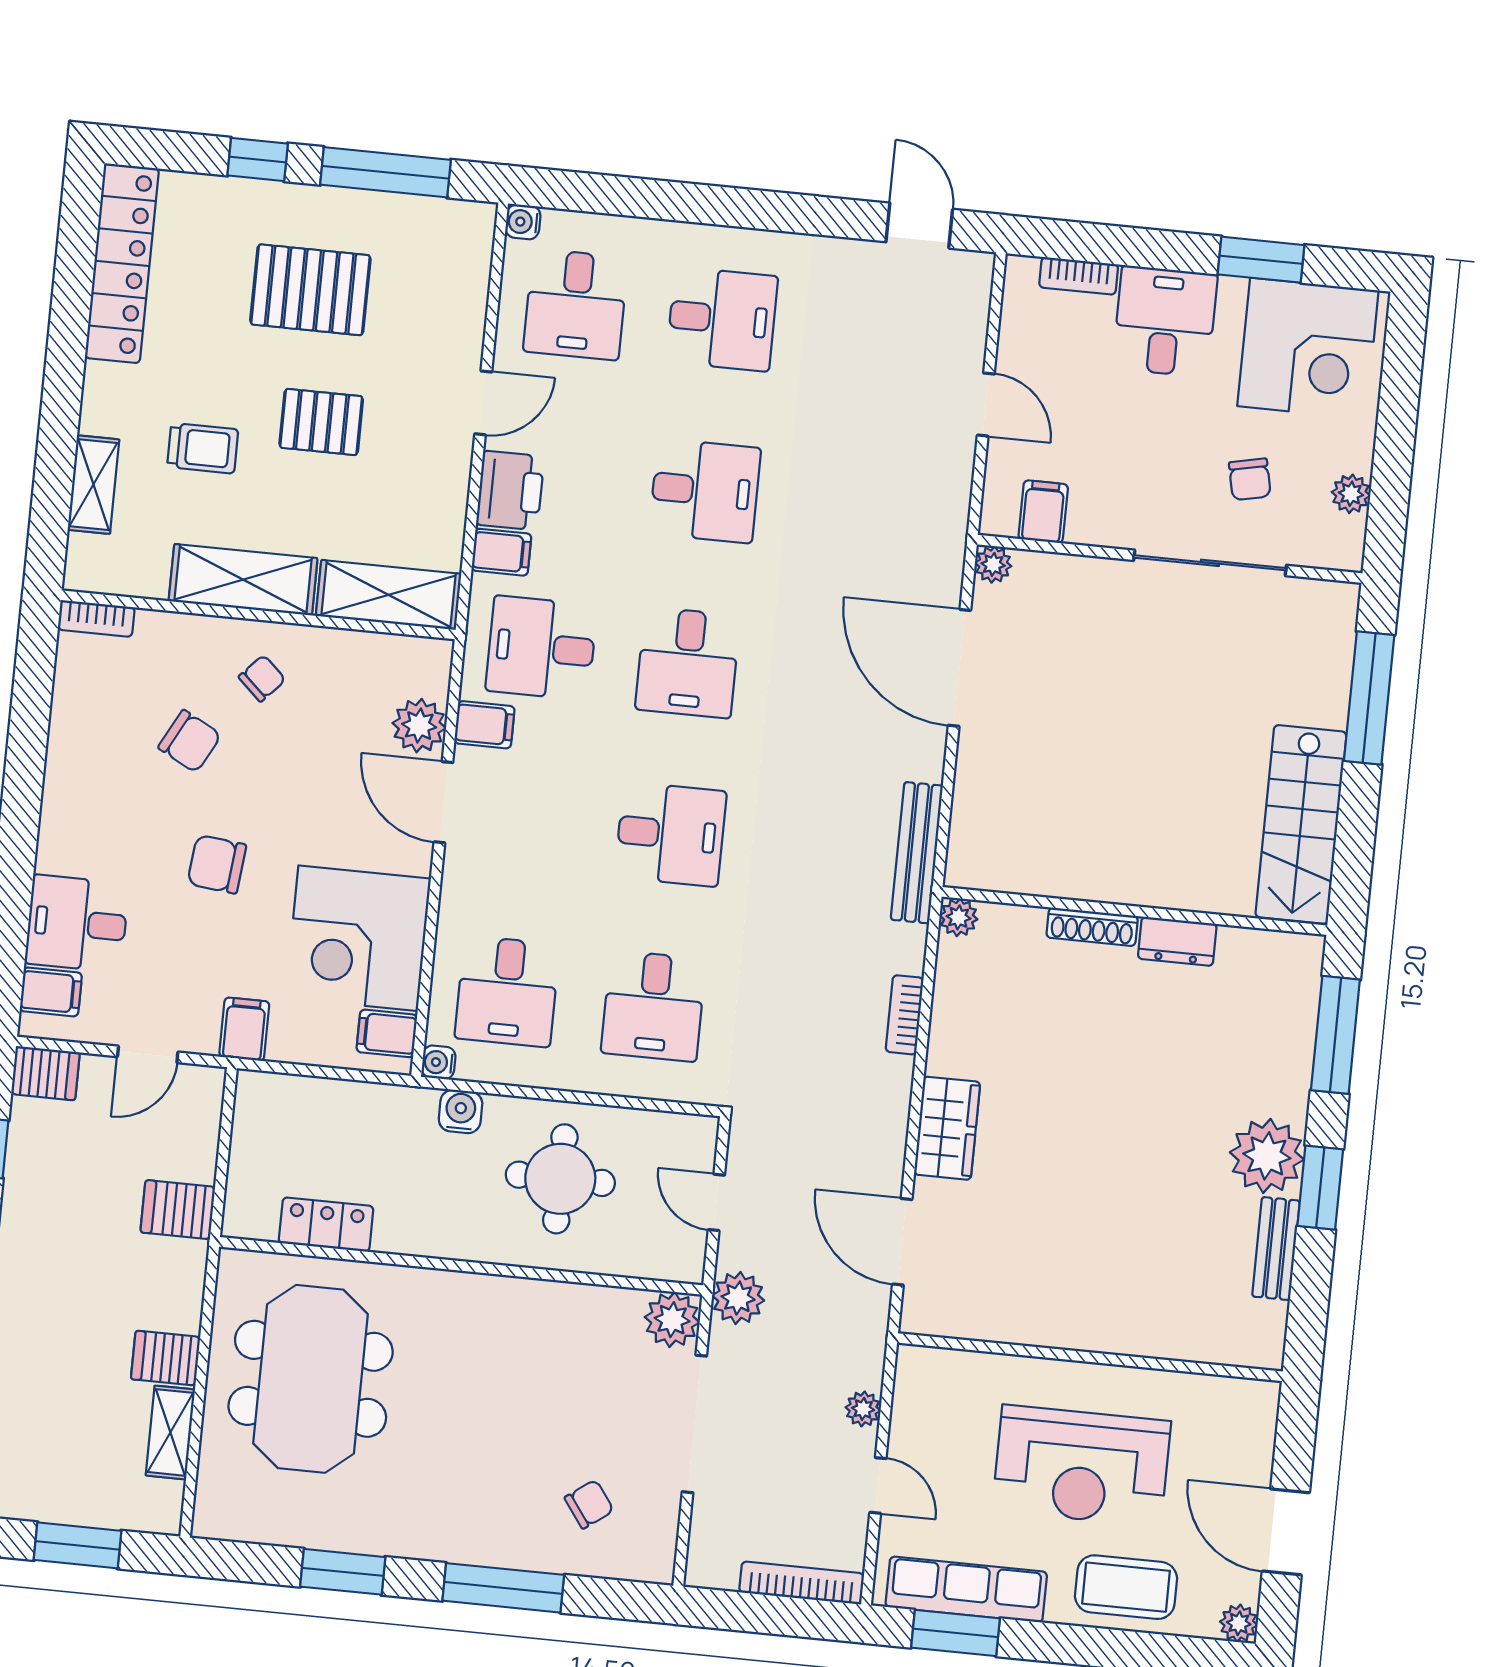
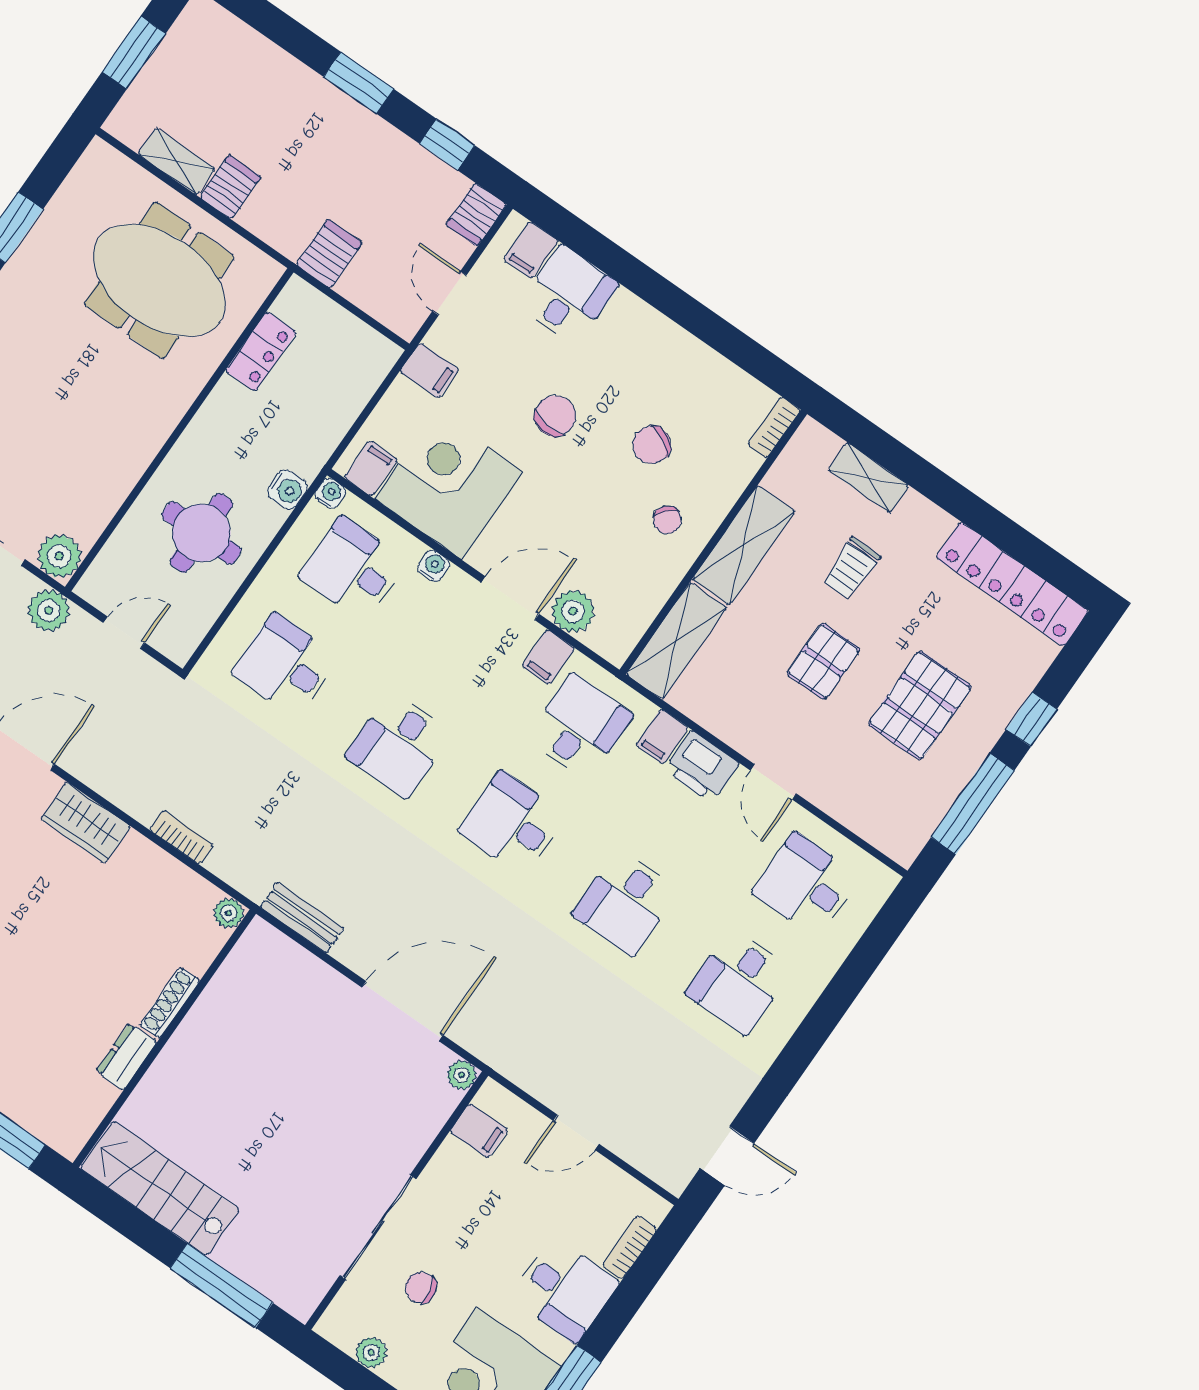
water cooler: (523, 222) -> (434, 566), moved
bench: (917, 853) -> (302, 918), width x0.73

